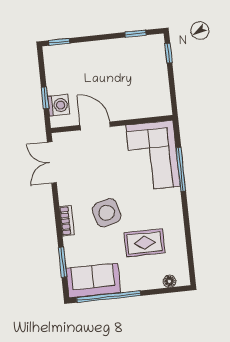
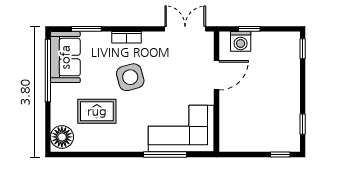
rug: (145, 243) -> (97, 111), turned 90
floor lamp: (169, 281) -> (62, 137), width x1.89, depth x1.89

